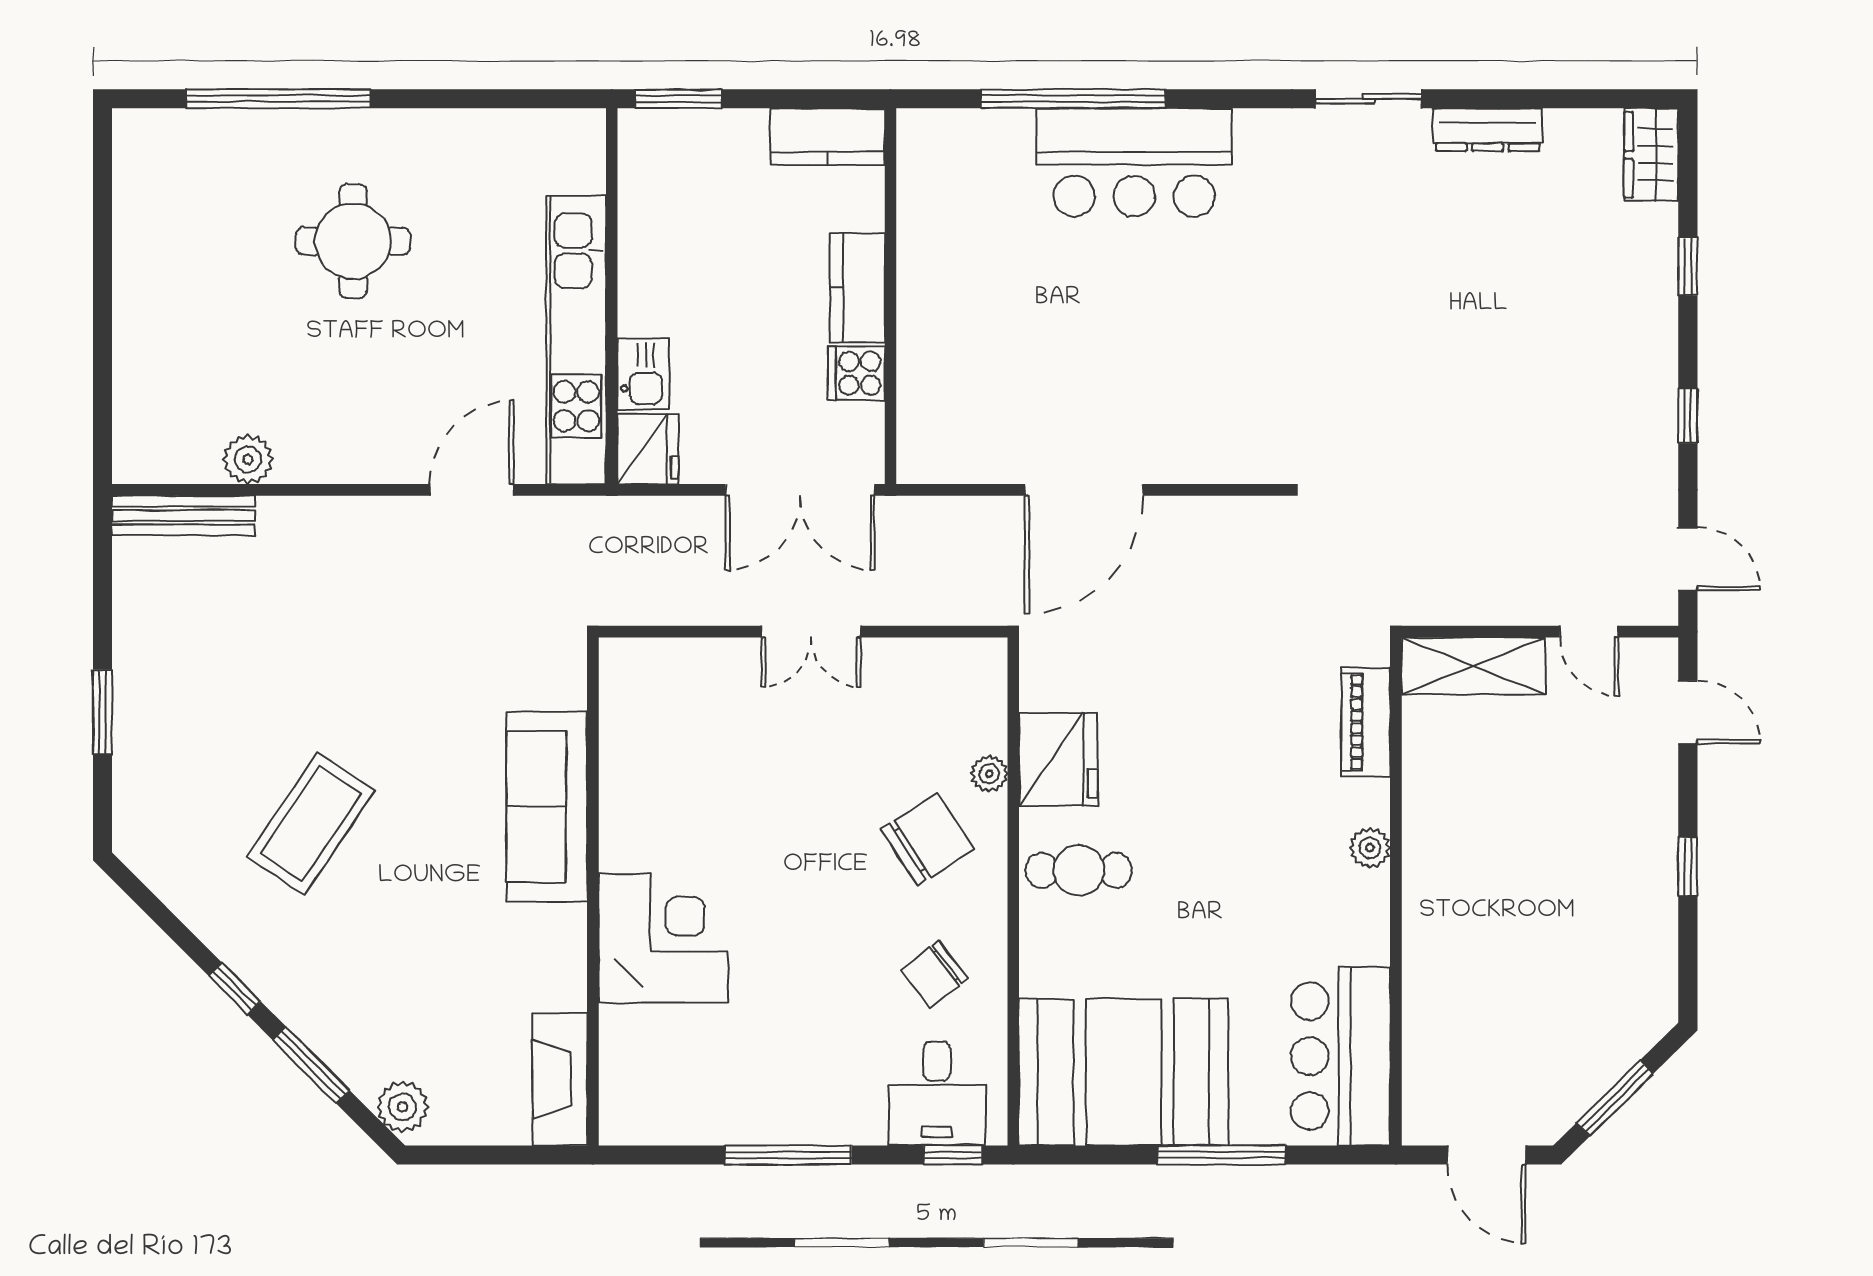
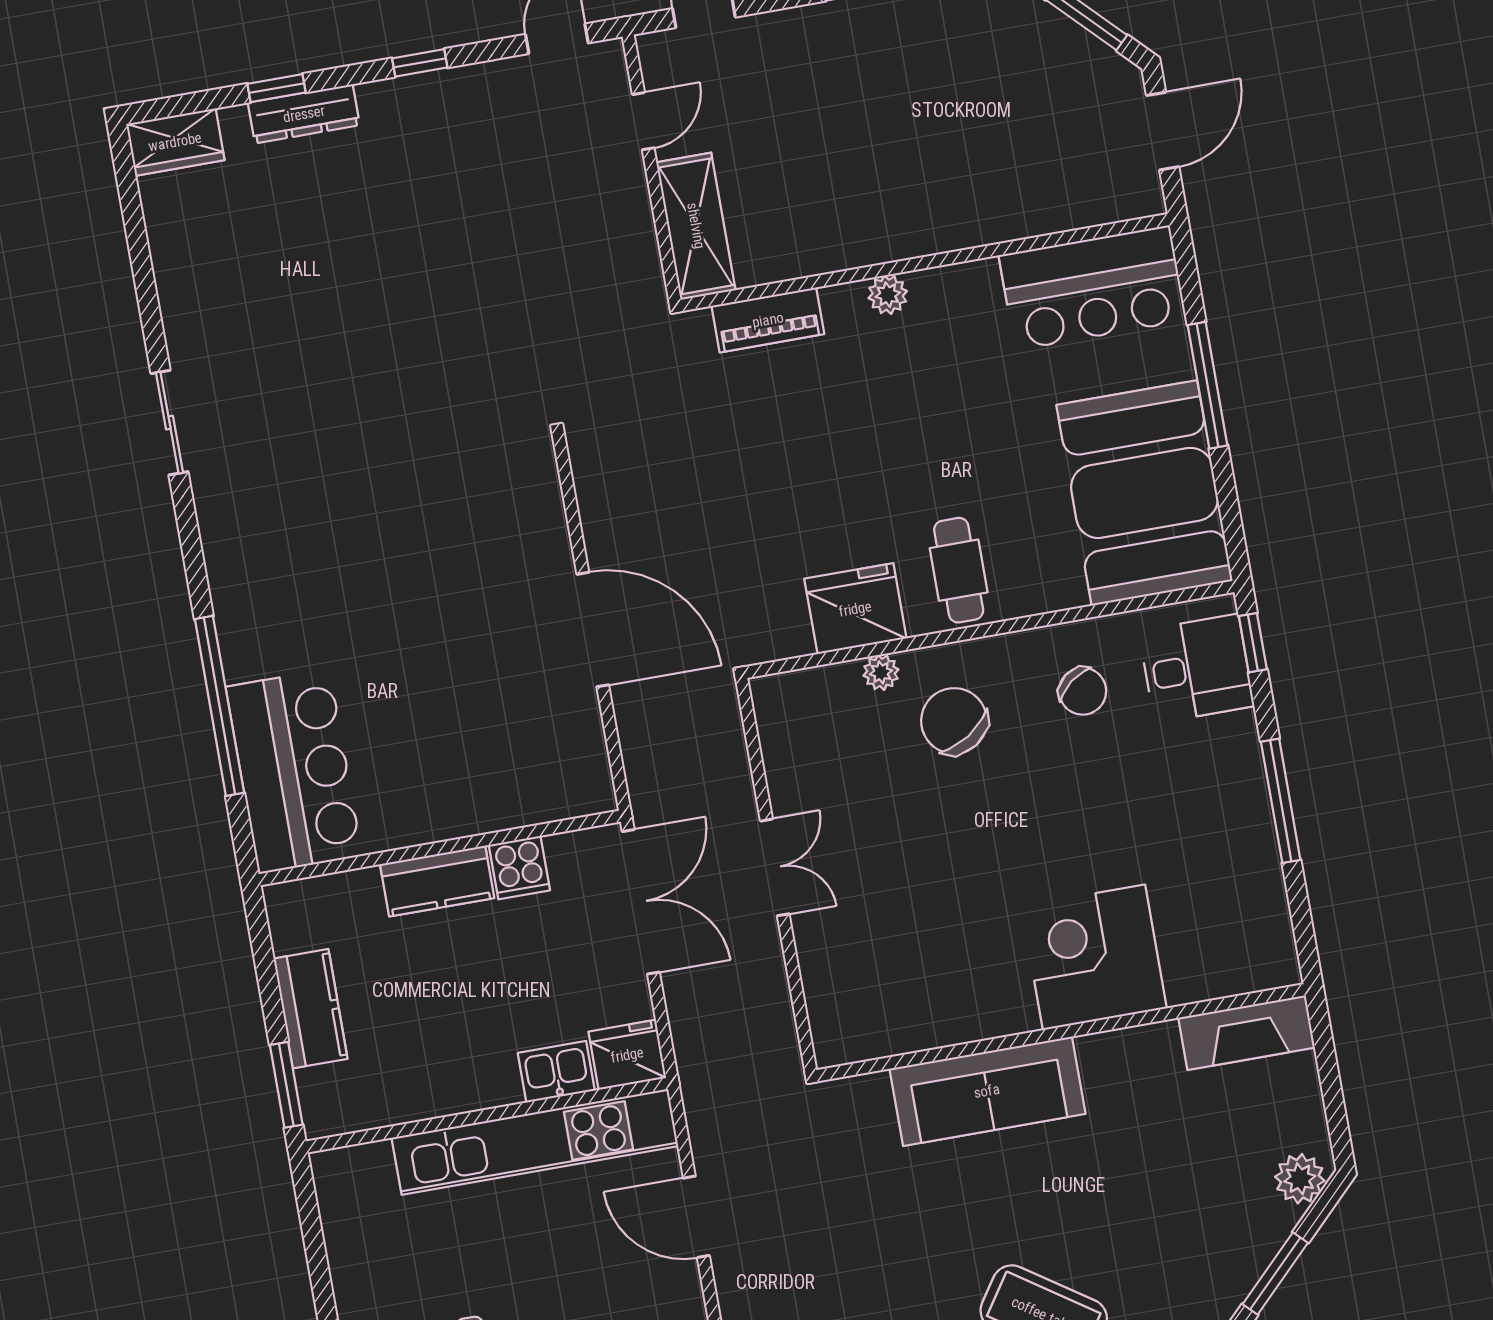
dresser: (1488, 130) -> (304, 114), moved, turned 90
kitchen counter: (827, 137) -> (311, 1009), moved
bar counter: (1134, 162) -> (294, 771), moved

